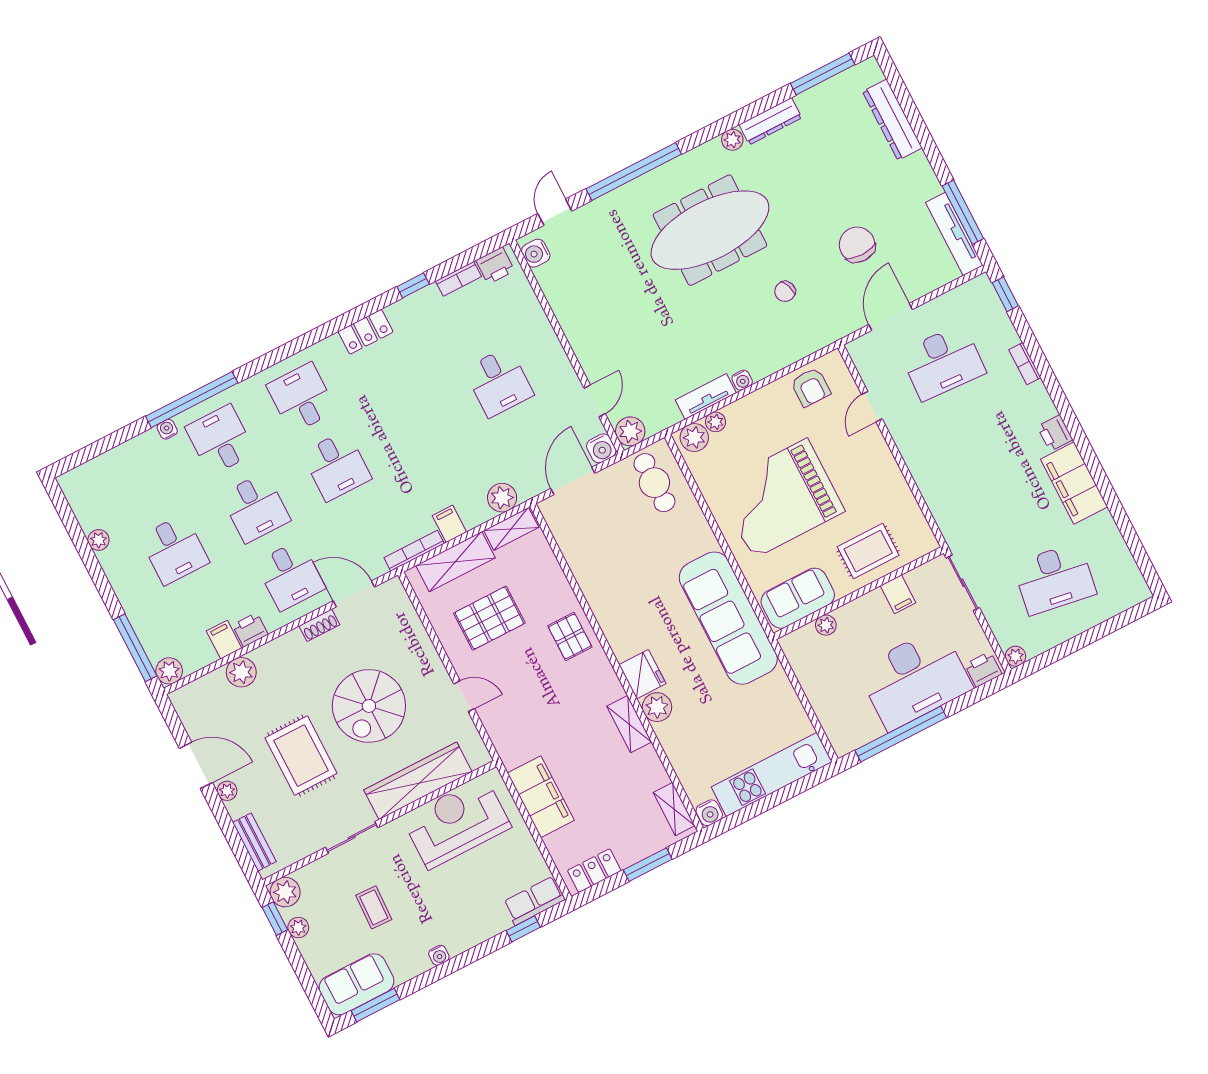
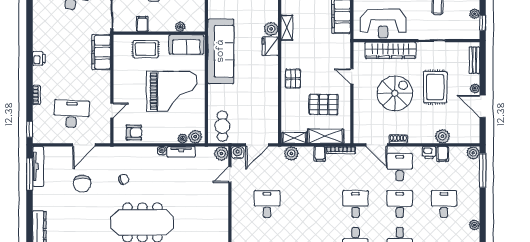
armchair: (811, 387) -> (134, 132), turned 90
filing cabinet: (1074, 483) -> (101, 52), moved, turned 180
plant: (285, 892) -> (472, 32), removed

